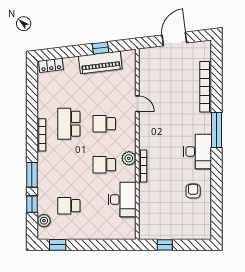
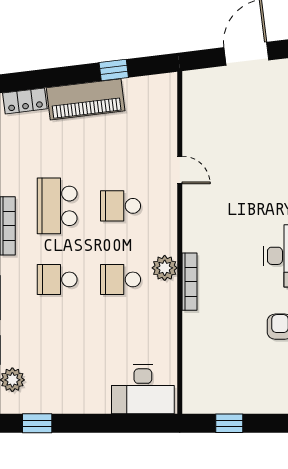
piano: (100, 62) -> (86, 99), moved
desk: (122, 200) -> (143, 389), moved, turned 90
school desk: (69, 206) -> (57, 279), moved

